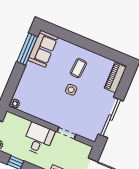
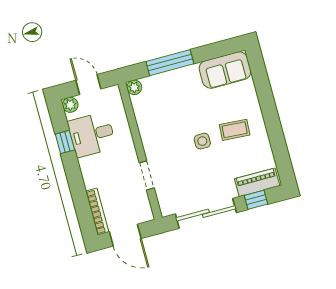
window: (27, 49) -> (170, 63), moved
window: (124, 85) -> (256, 200), added
desk: (38, 139) -> (92, 135), moved, turned 180

